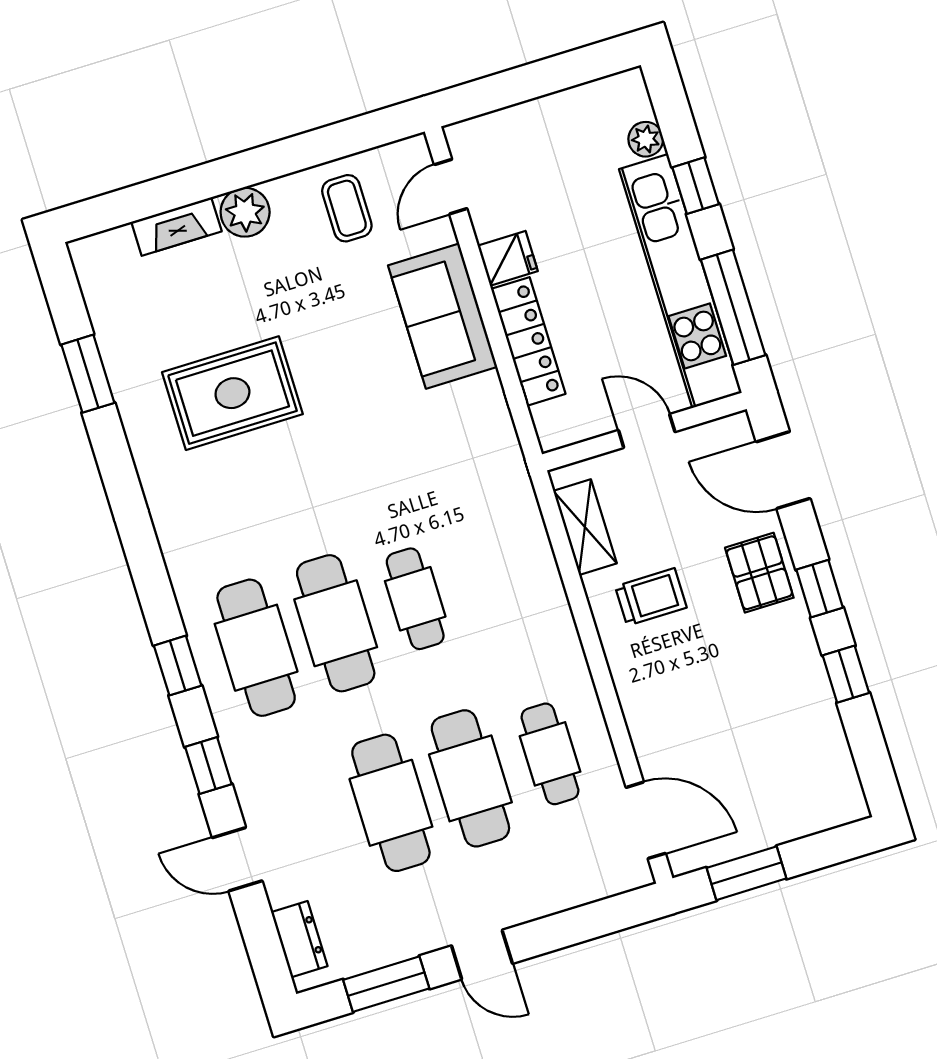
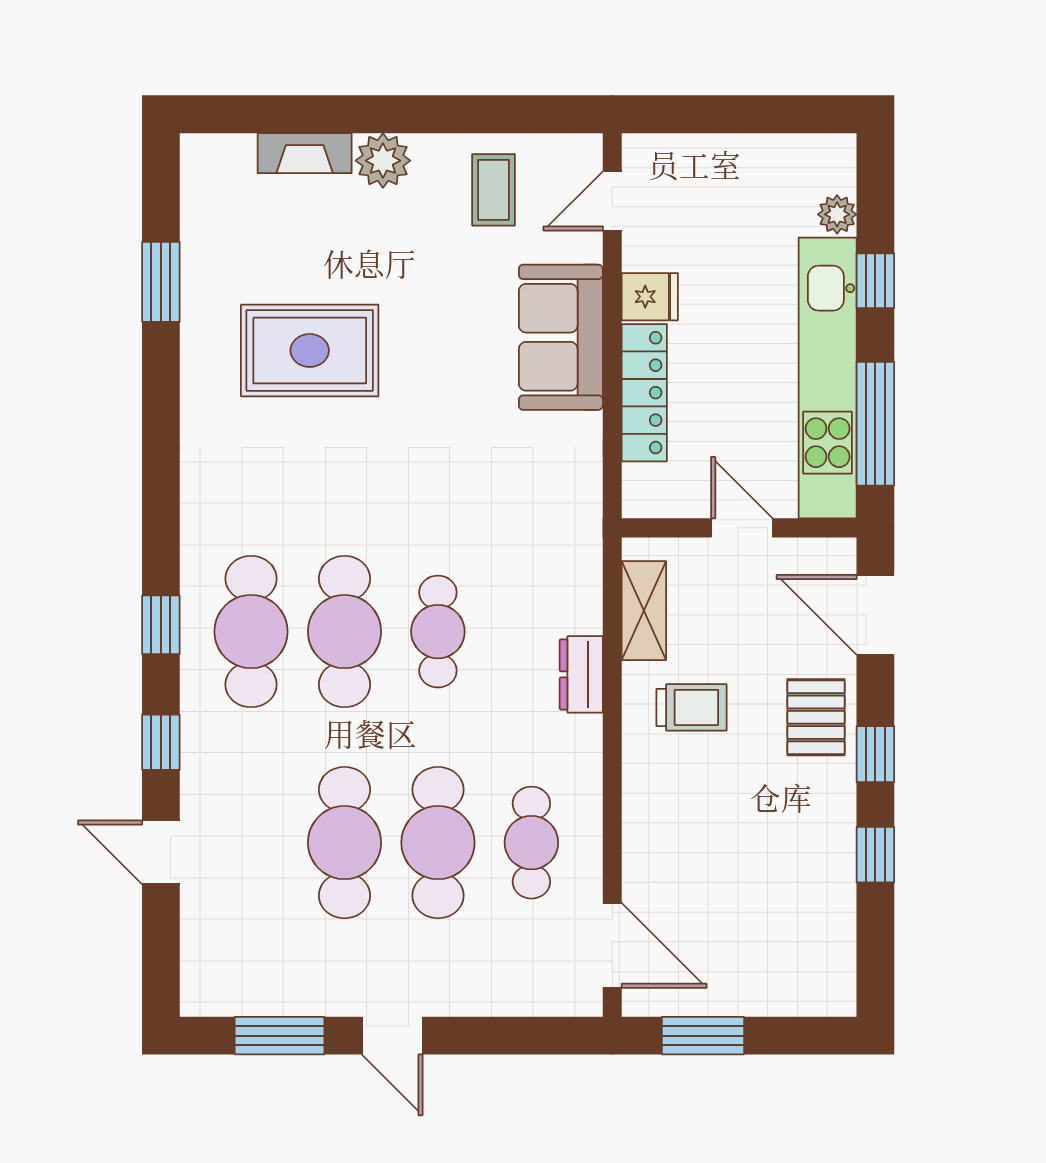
dresser: (299, 939) -> (581, 674), moved, turned 180

